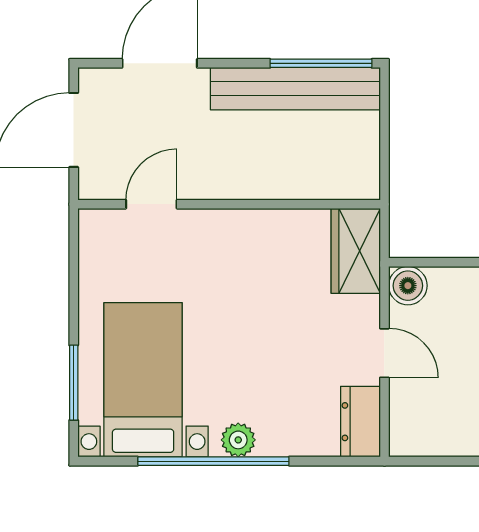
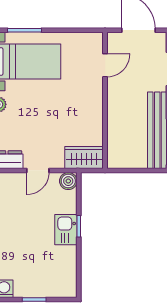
door: (151, 204) -> (105, 65), hinge flipped

